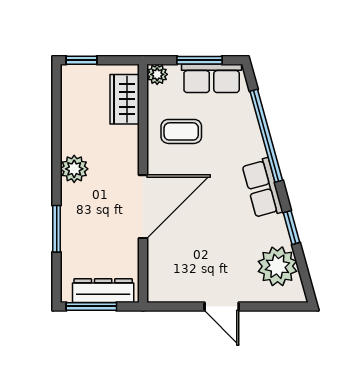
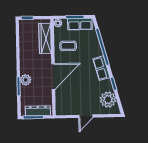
wardrobe: (125, 99) -> (45, 38), width x1.50
plant: (74, 169) -> (26, 80), moved
door: (222, 306) -> (86, 116), hinge flipped

